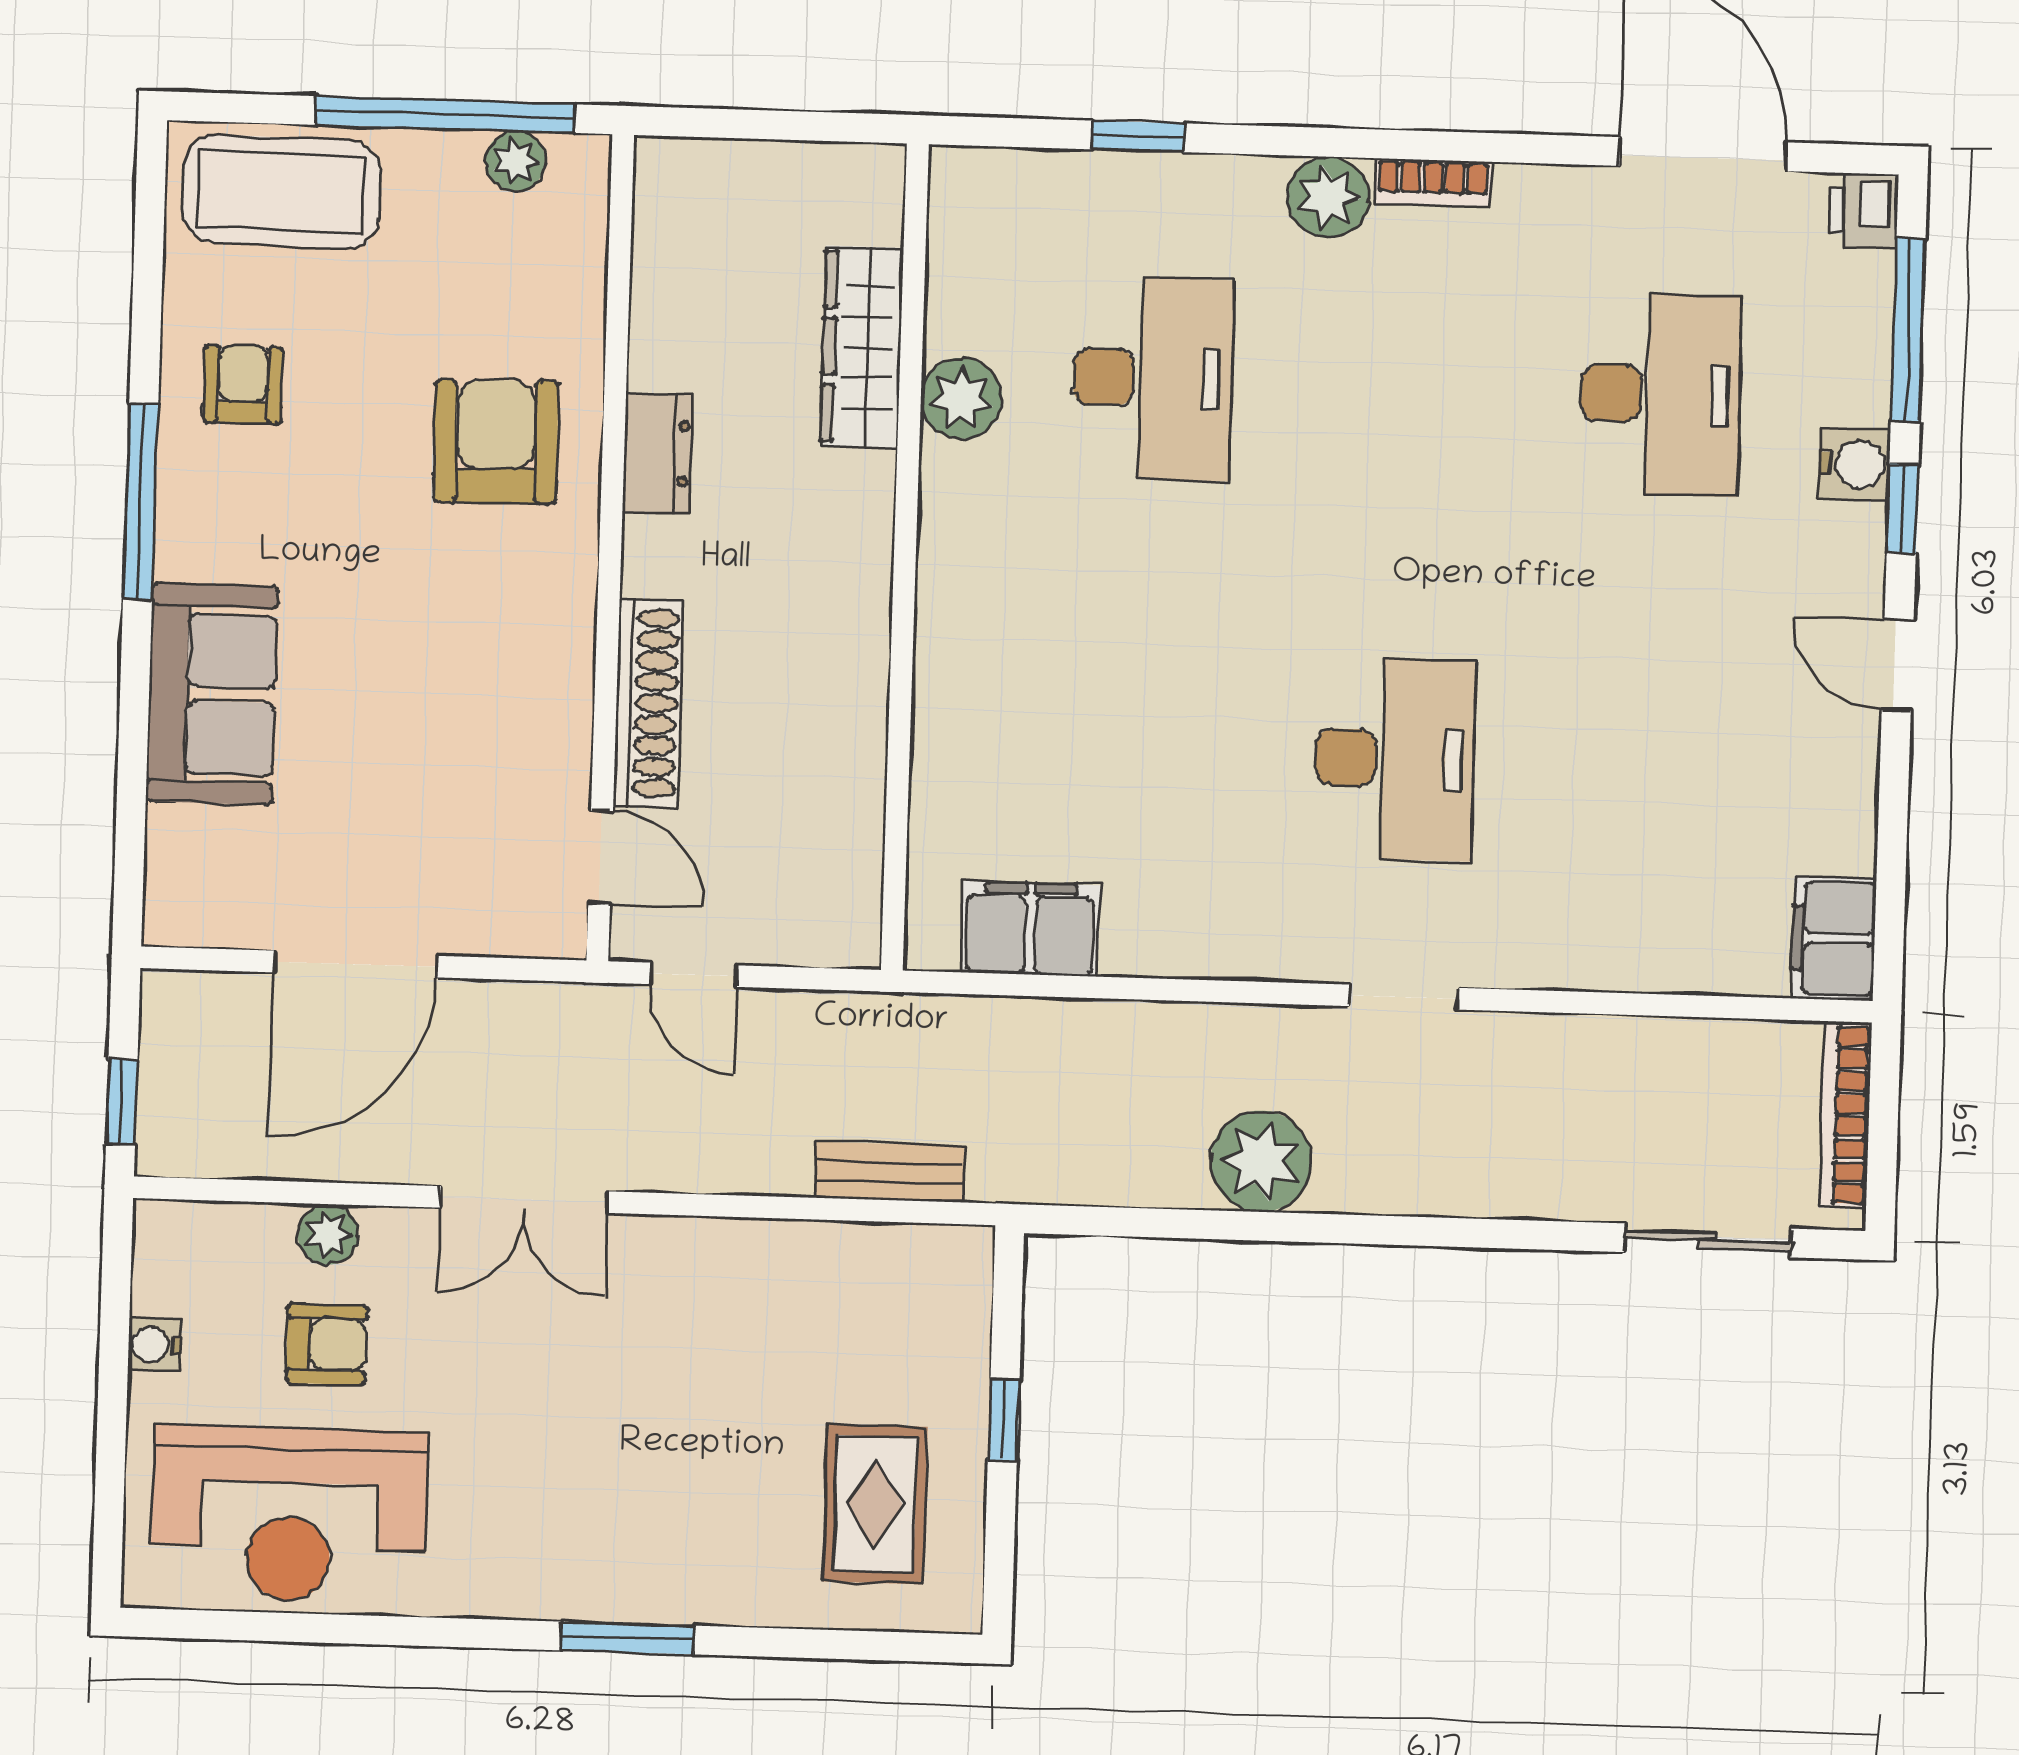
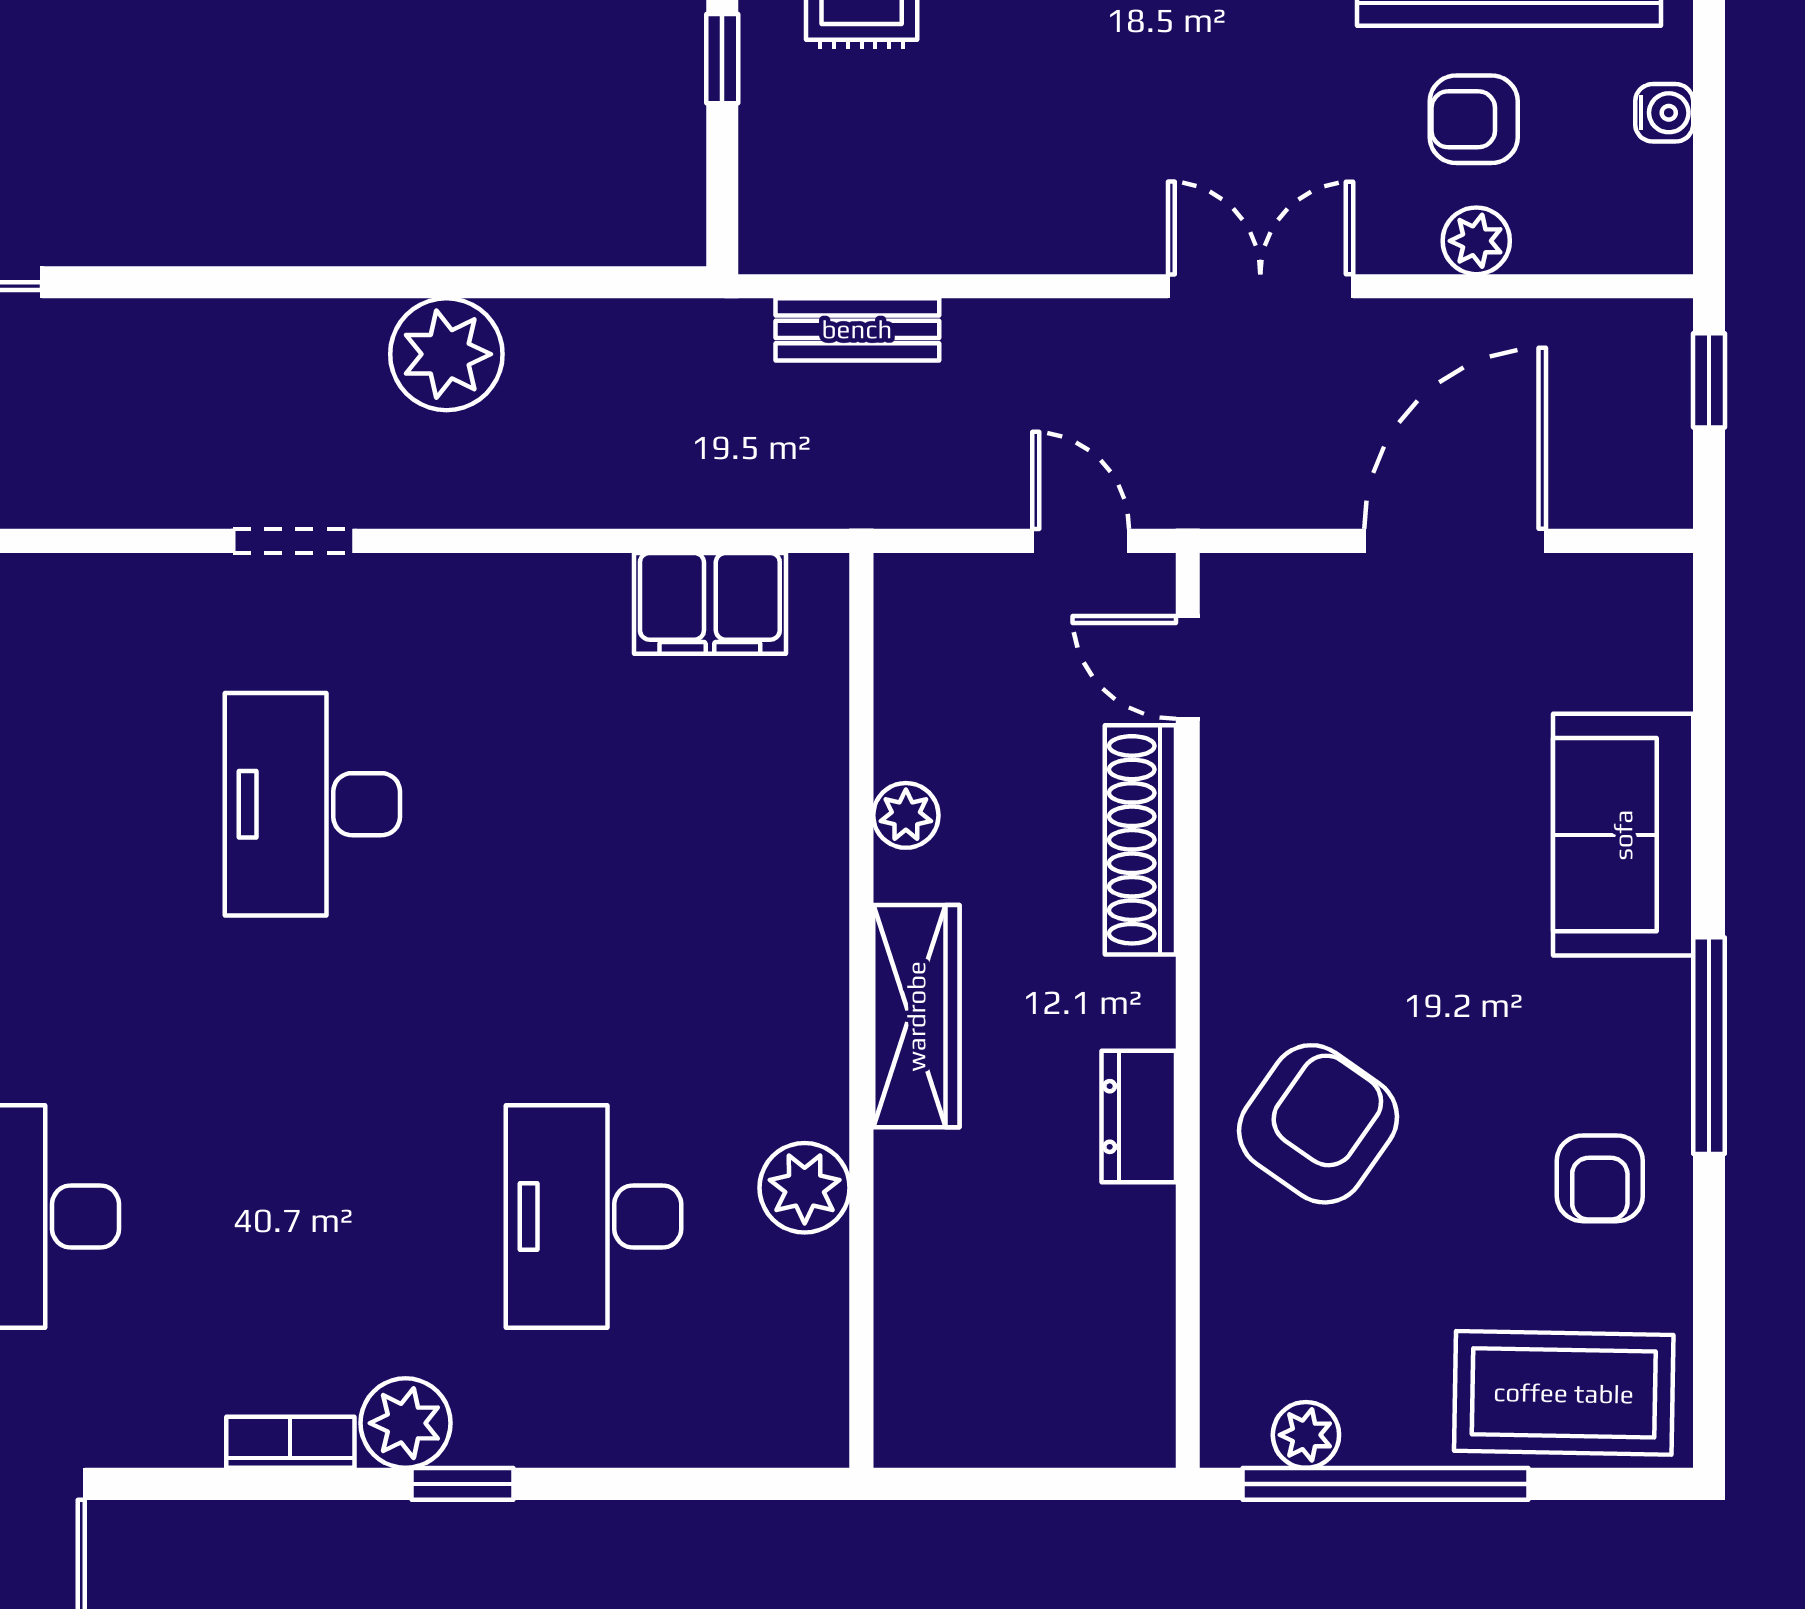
window: (1138, 136) -> (462, 1484), moved
wardrobe: (862, 347) -> (916, 1016), moved
armchair: (496, 442) -> (1318, 1124), turned -144
plant: (859, 732) -> (906, 815), added

